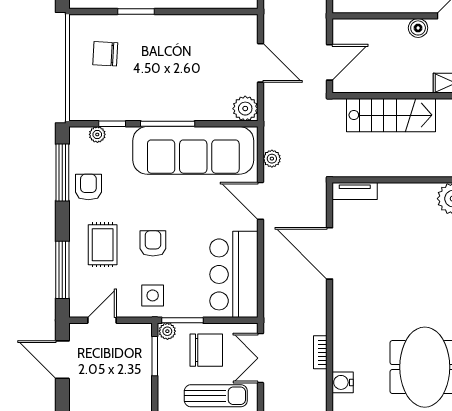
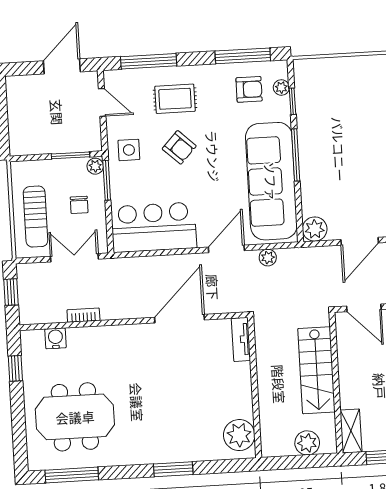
chair: (105, 54) -> (360, 91), removed
armchair: (88, 187) -> (249, 89), moved
armchair: (153, 243) -> (179, 147), turned 43
chair: (206, 350) -> (79, 205), width x0.54, depth x0.54

